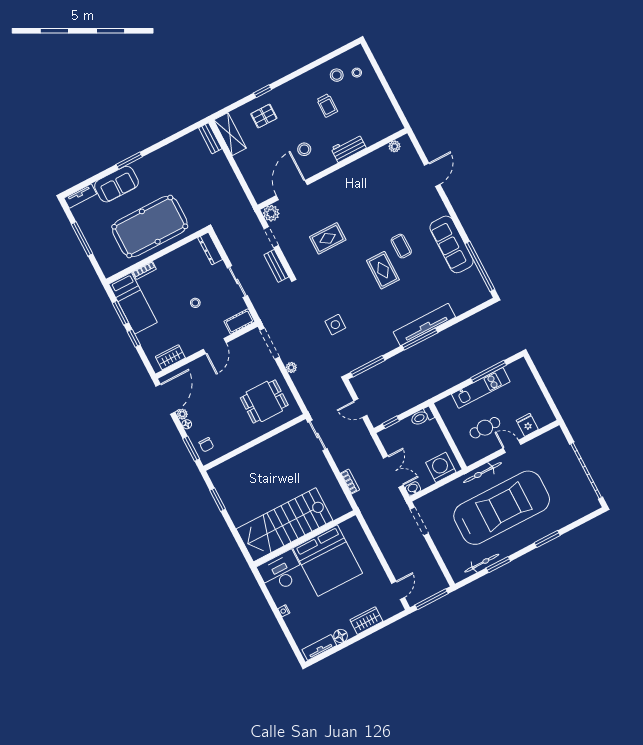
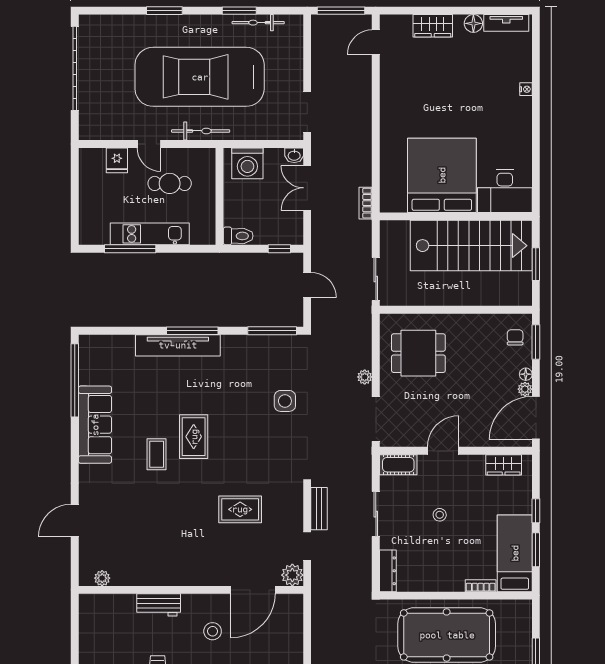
stairs: (285, 525) -> (471, 246), moved
wall: (305, 539) -> (456, 216), moved
bed: (328, 561) -> (442, 175), moved
desk: (281, 572) -> (505, 191), moved

